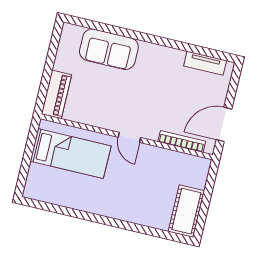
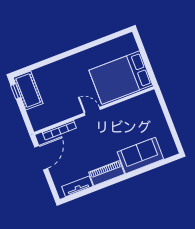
piano: (56, 94) -> (107, 173), moved, turned 90
bed: (71, 154) -> (121, 78), width x1.50
window: (201, 220) -> (16, 91), added

